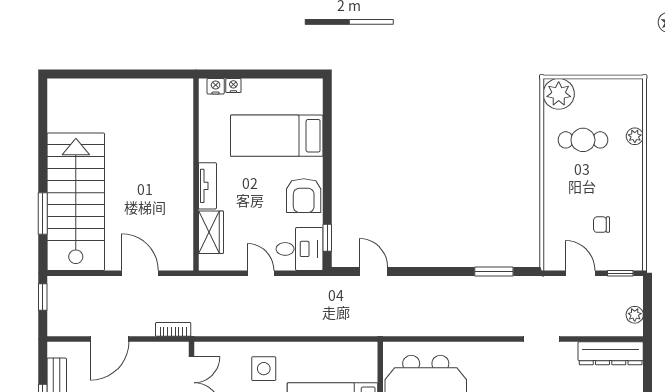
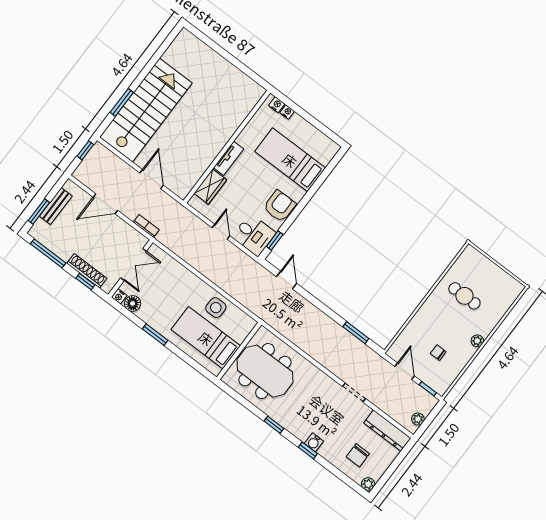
plant: (559, 94) -> (471, 259), removed
plant: (635, 136) -> (477, 341), moved
armchair: (304, 196) -> (280, 206), turned 180
side table: (264, 369) -> (216, 308), moved

